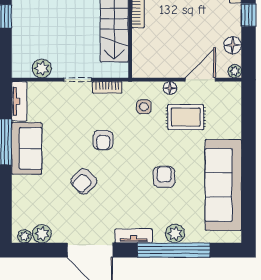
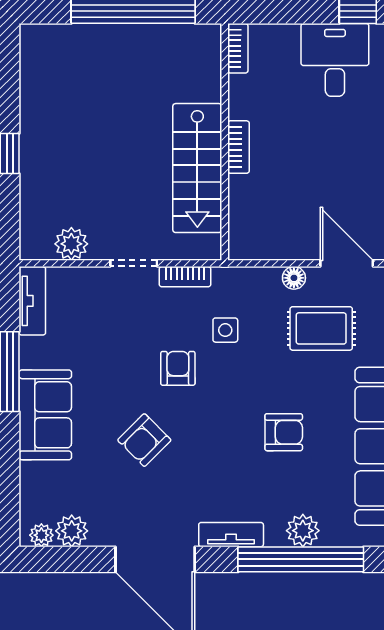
door: (200, 80) -> (347, 263), hinge flipped
side table: (144, 107) -> (225, 330), moved
armchair: (103, 140) -> (178, 368), turned 180
sofa: (27, 148) -> (45, 415), moved
armchair: (164, 177) -> (284, 432), turned 90

